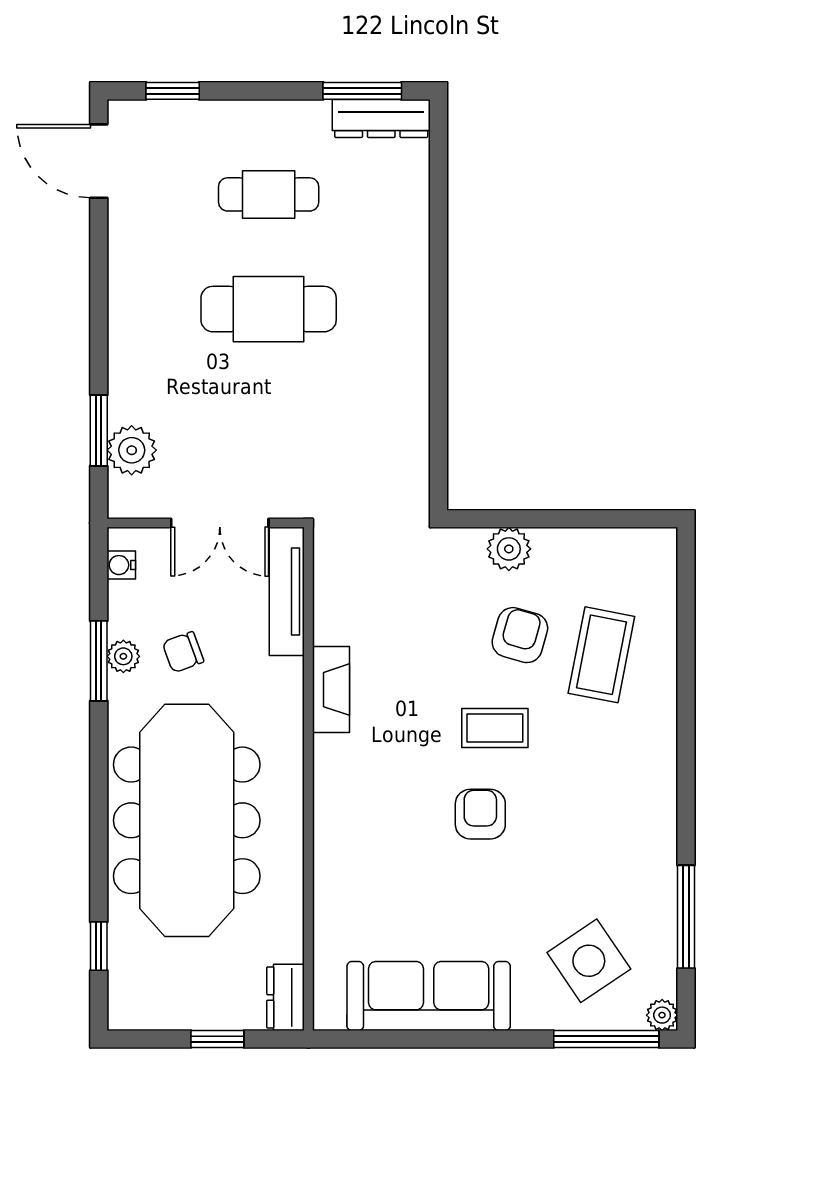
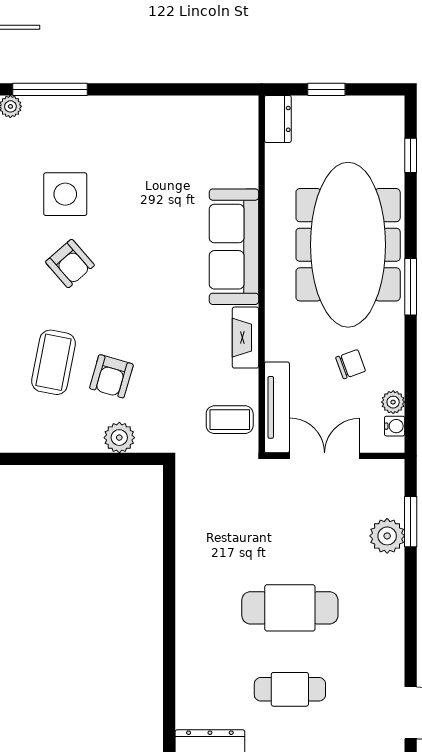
plant: (132, 450) -> (387, 536), moved
plant: (123, 656) -> (393, 402), moved
window: (99, 661) -> (411, 287), moved
coffee table: (495, 728) -> (230, 420), moved
armchair: (480, 814) -> (70, 264), moved, turned -41
side table: (589, 961) -> (65, 194), moved, turned 34
sofa: (429, 996) -> (234, 247), moved, turned 90

